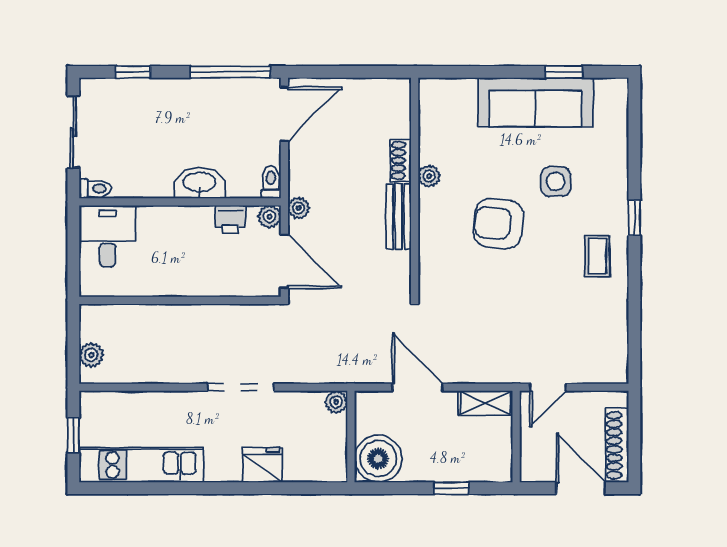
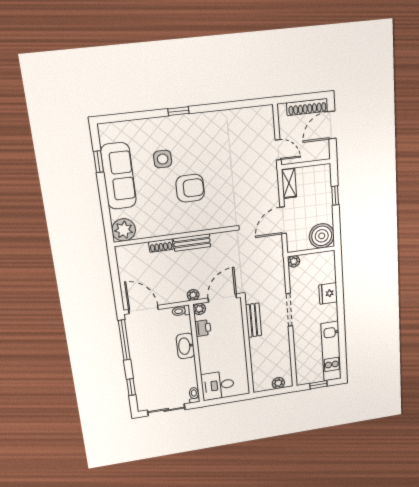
plant: (429, 176) -> (124, 230), moved, width x1.88, depth x1.88
armchair: (498, 224) -> (190, 188), turned -96
coffee table: (597, 256) -> (203, 130), removed
bench: (231, 317) -> (254, 320), added

